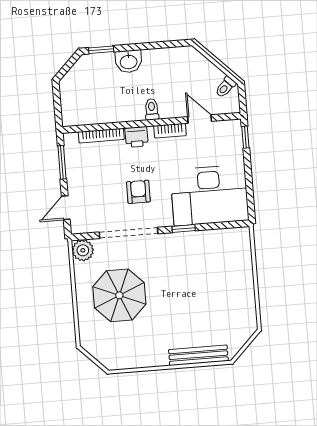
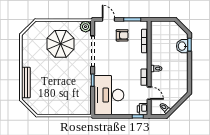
washbasin: (129, 61) -> (182, 46), moved
door: (200, 119) -> (149, 93), hinge flipped
printer: (137, 137) -> (142, 109), moved
armchair: (138, 192) -> (122, 35), moved

